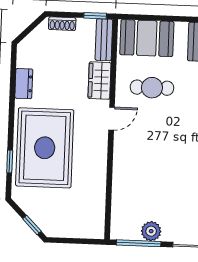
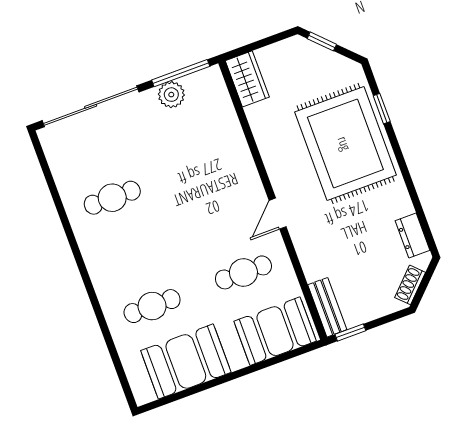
shoe rack: (62, 24) -> (410, 285), moved, turned -45
wardrobe: (100, 80) -> (247, 79), moved
dresser: (24, 84) -> (413, 235), moved

